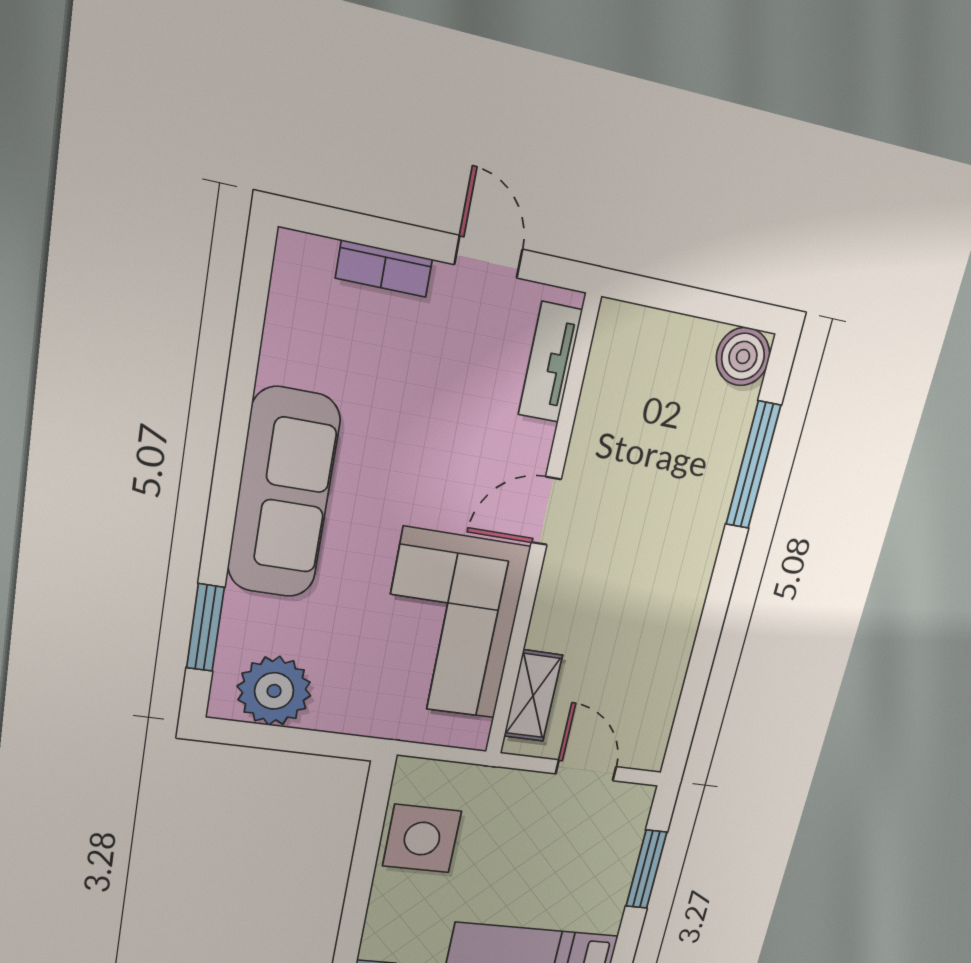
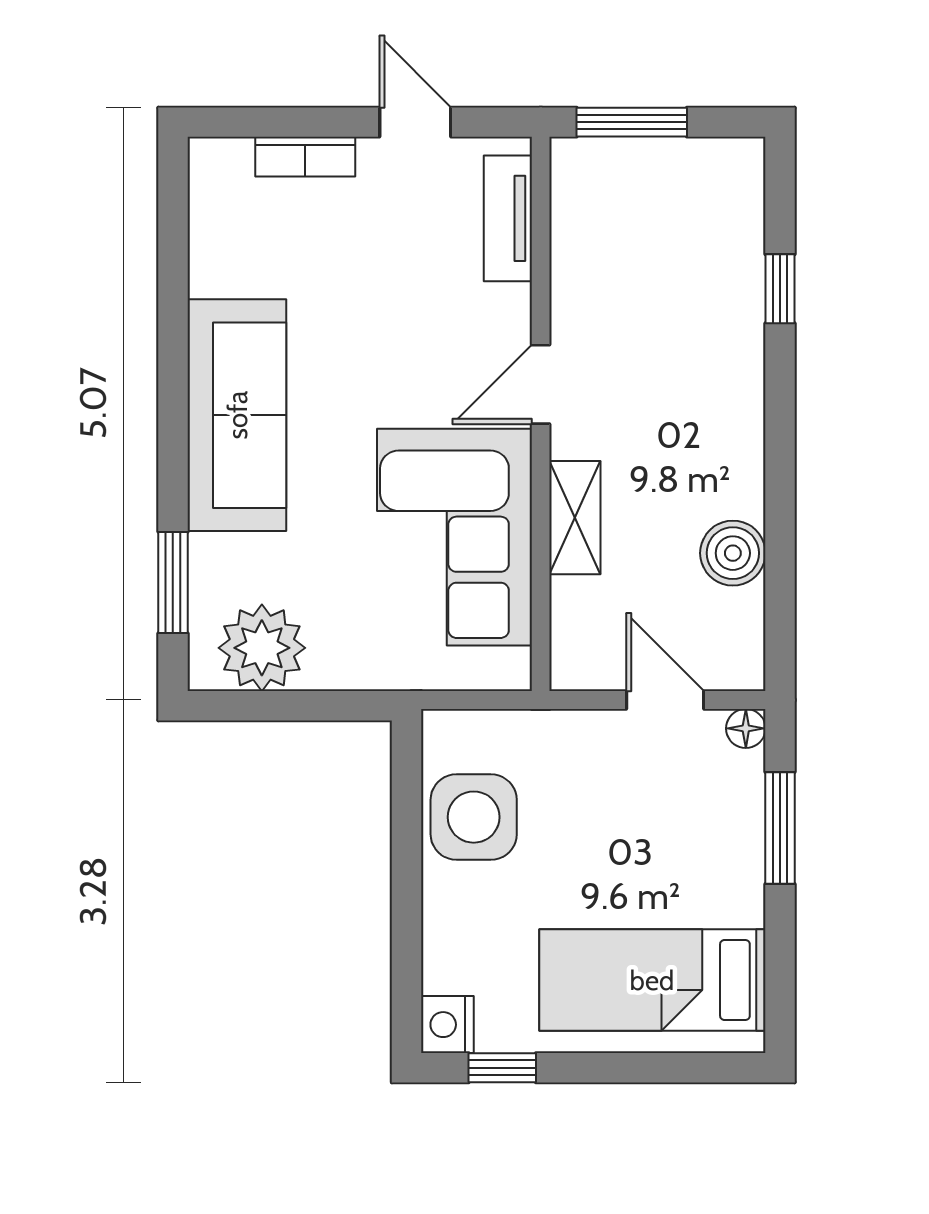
window: (672, 297) -> (632, 122), added
boiler: (743, 357) -> (733, 553), moved
window: (753, 465) -> (780, 289), width x0.46
shelving: (533, 696) -> (575, 518), moved
floor lamp: (640, 798) -> (746, 728), added

